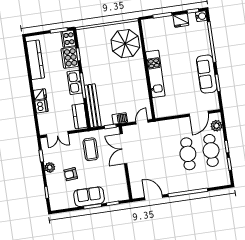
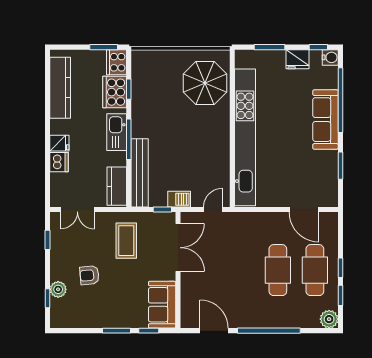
kitchen unit: (155, 74) -> (245, 137), width x1.86
sofa: (207, 74) -> (325, 120), moved
door: (199, 114) -> (304, 210), hinge flipped
plant: (216, 126) -> (329, 319), moved
double door: (124, 149) -> (178, 248), swing flipped
plant: (50, 167) -> (58, 289), moved
sofa: (89, 197) -> (162, 305), moved, turned -90

